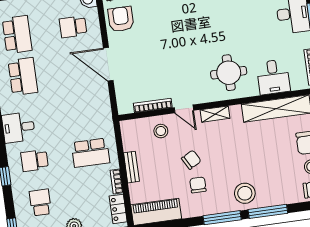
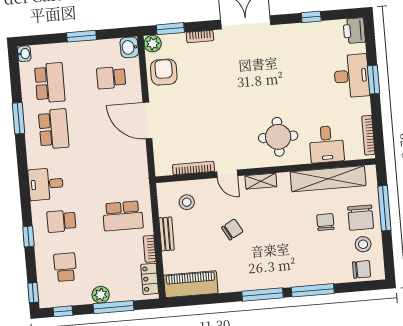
stool: (161, 131) -> (187, 202), moved
chair: (198, 185) -> (325, 222), moved
stool: (245, 193) -> (289, 269), removed

